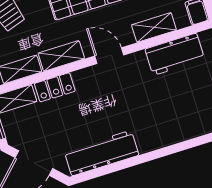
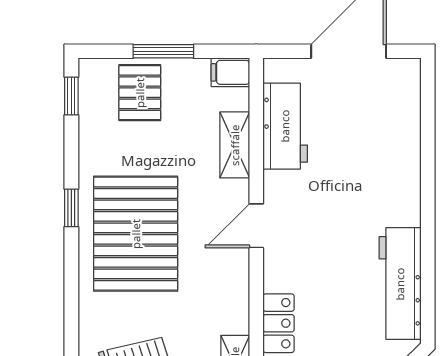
shelving: (61, 56) -> (234, 299), removed

